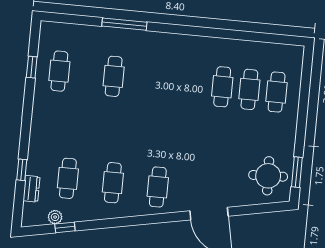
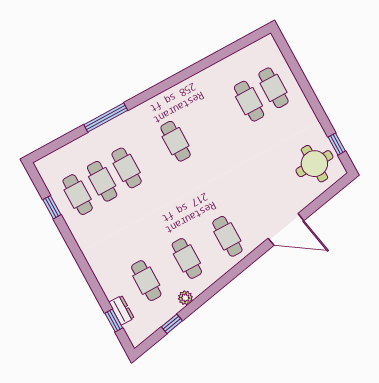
cafe table: (87, 74) -> (102, 181), added
cafe table: (222, 87) -> (176, 141), moved
window: (22, 170) -> (114, 321), moved
window: (297, 172) -> (337, 144), width x0.67
plant: (55, 217) -> (185, 298), moved

